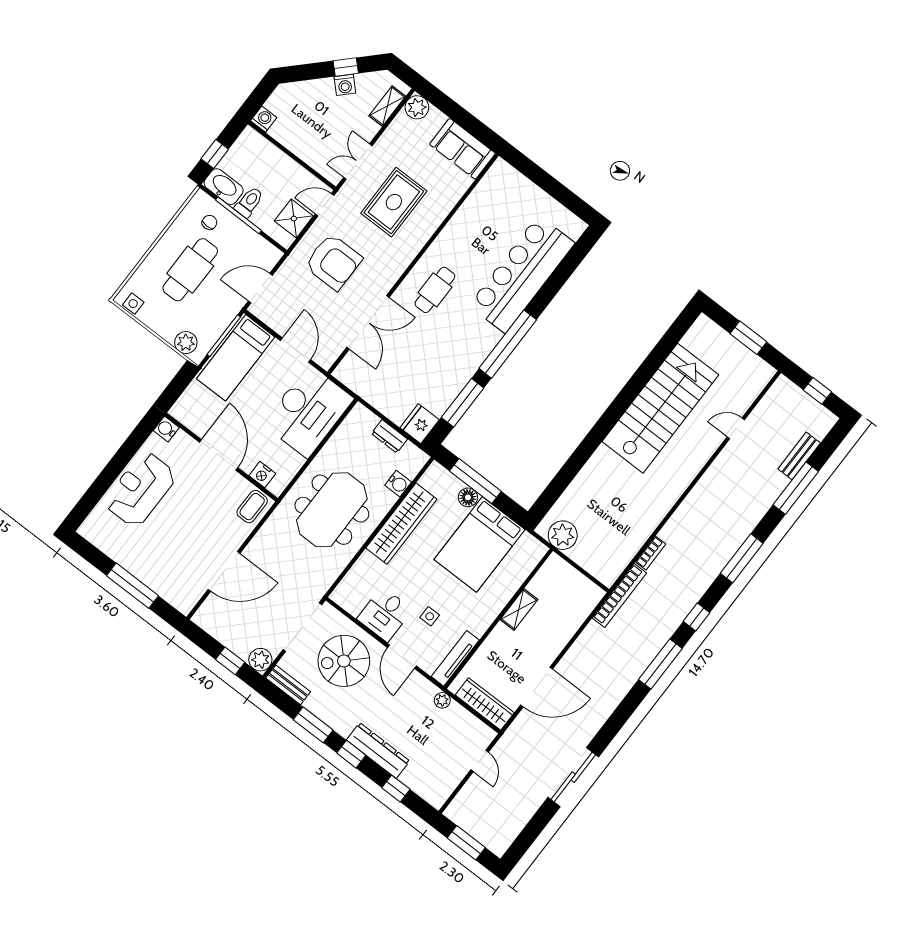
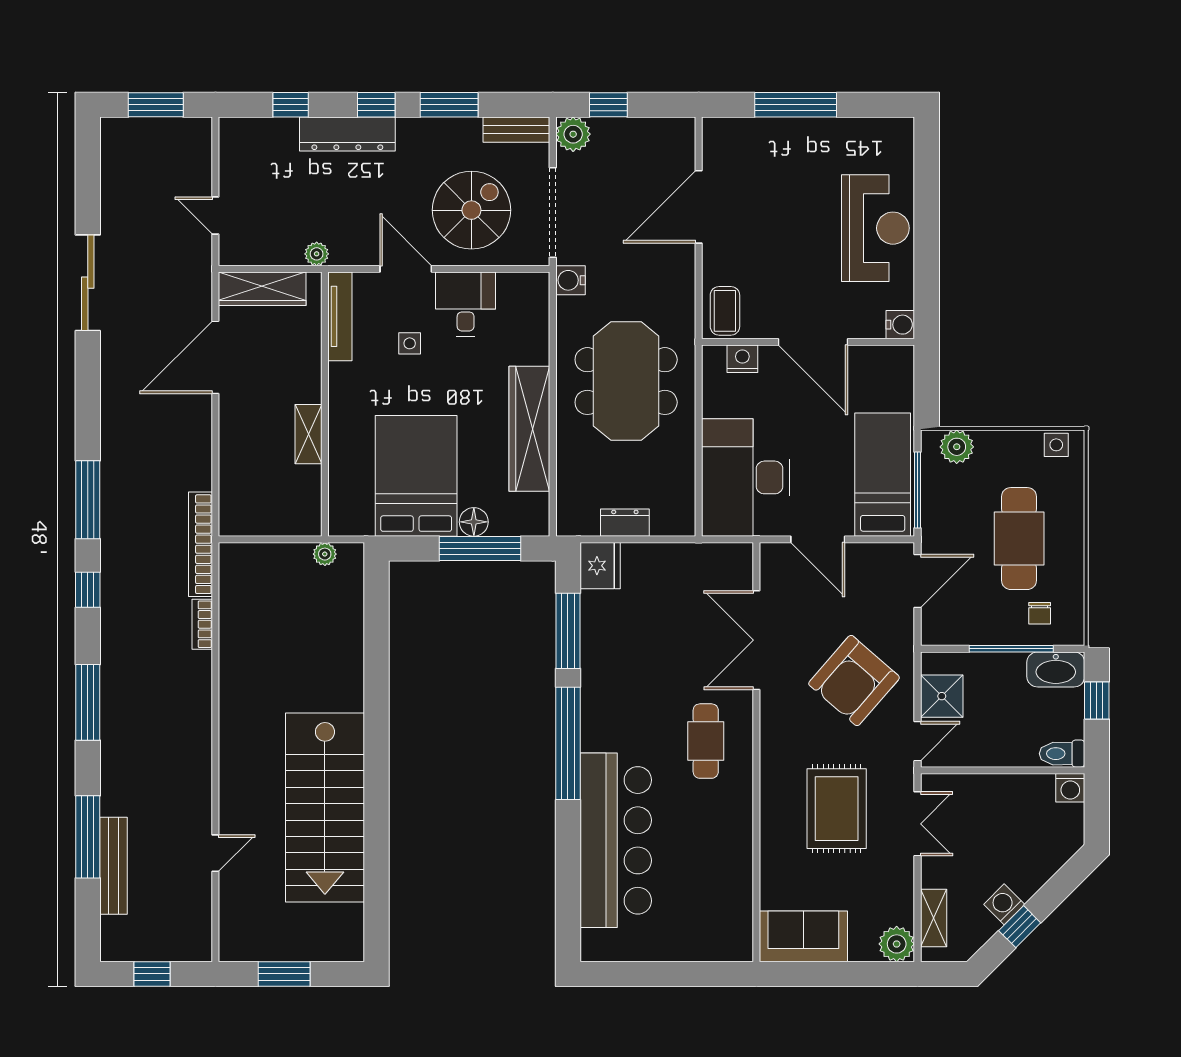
toilet: (249, 202) -> (1062, 754), moved, turned 90
armchair: (333, 262) -> (854, 681), turned -49
bench: (799, 456) -> (114, 866), width x1.36
water cooler: (398, 484) -> (570, 280), moved
plant: (563, 535) -> (325, 554), width x0.53, depth x0.53

